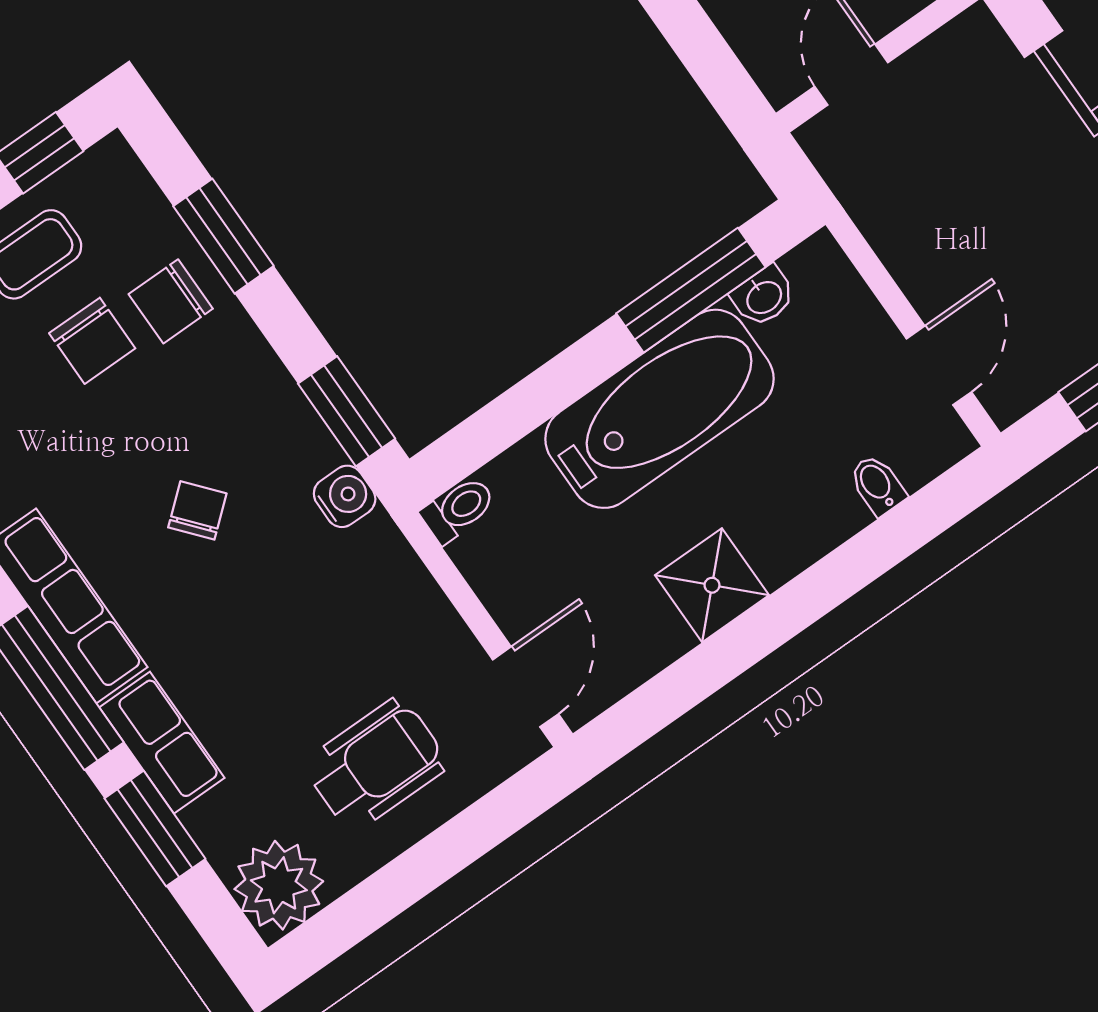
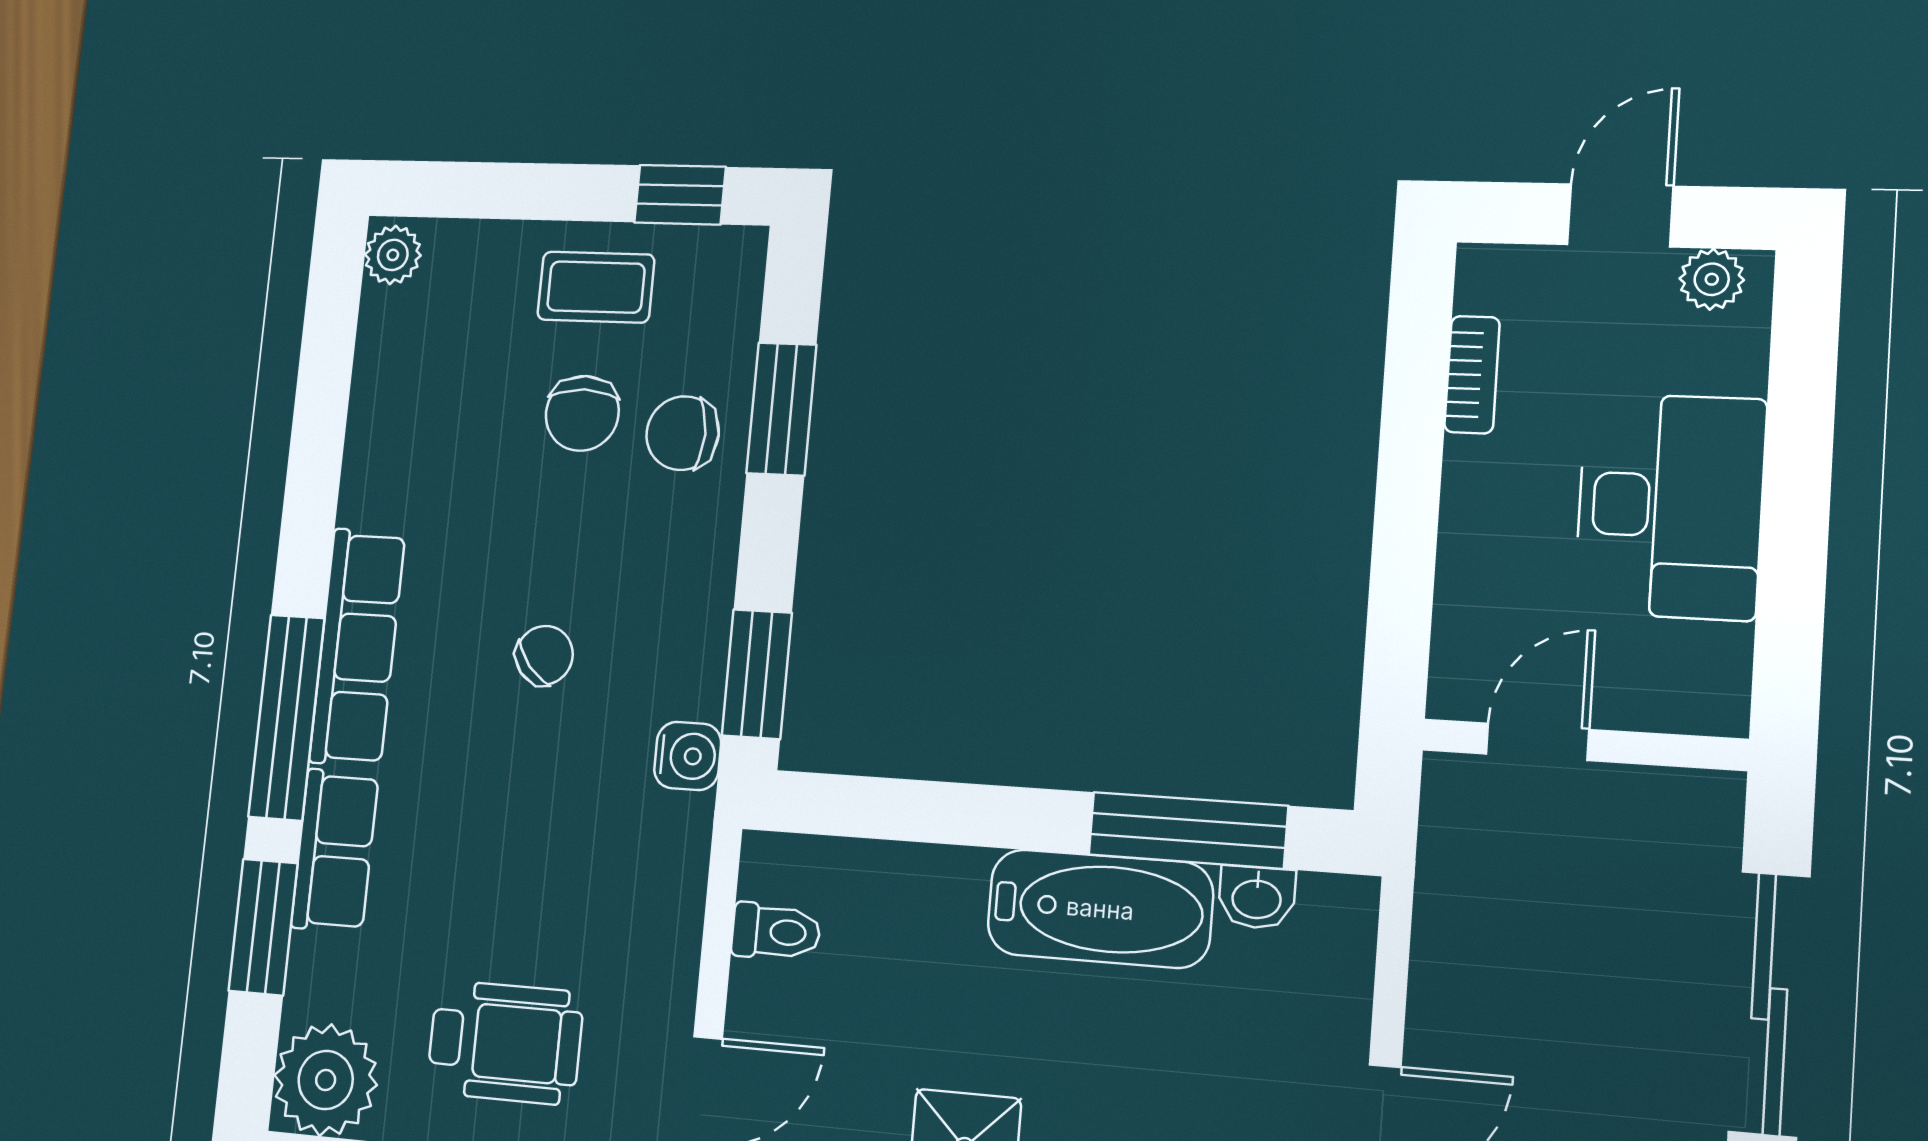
bathtub: (659, 409) -> (1100, 909), width x0.73, depth x0.73
toilet: (458, 509) -> (776, 932), moved

